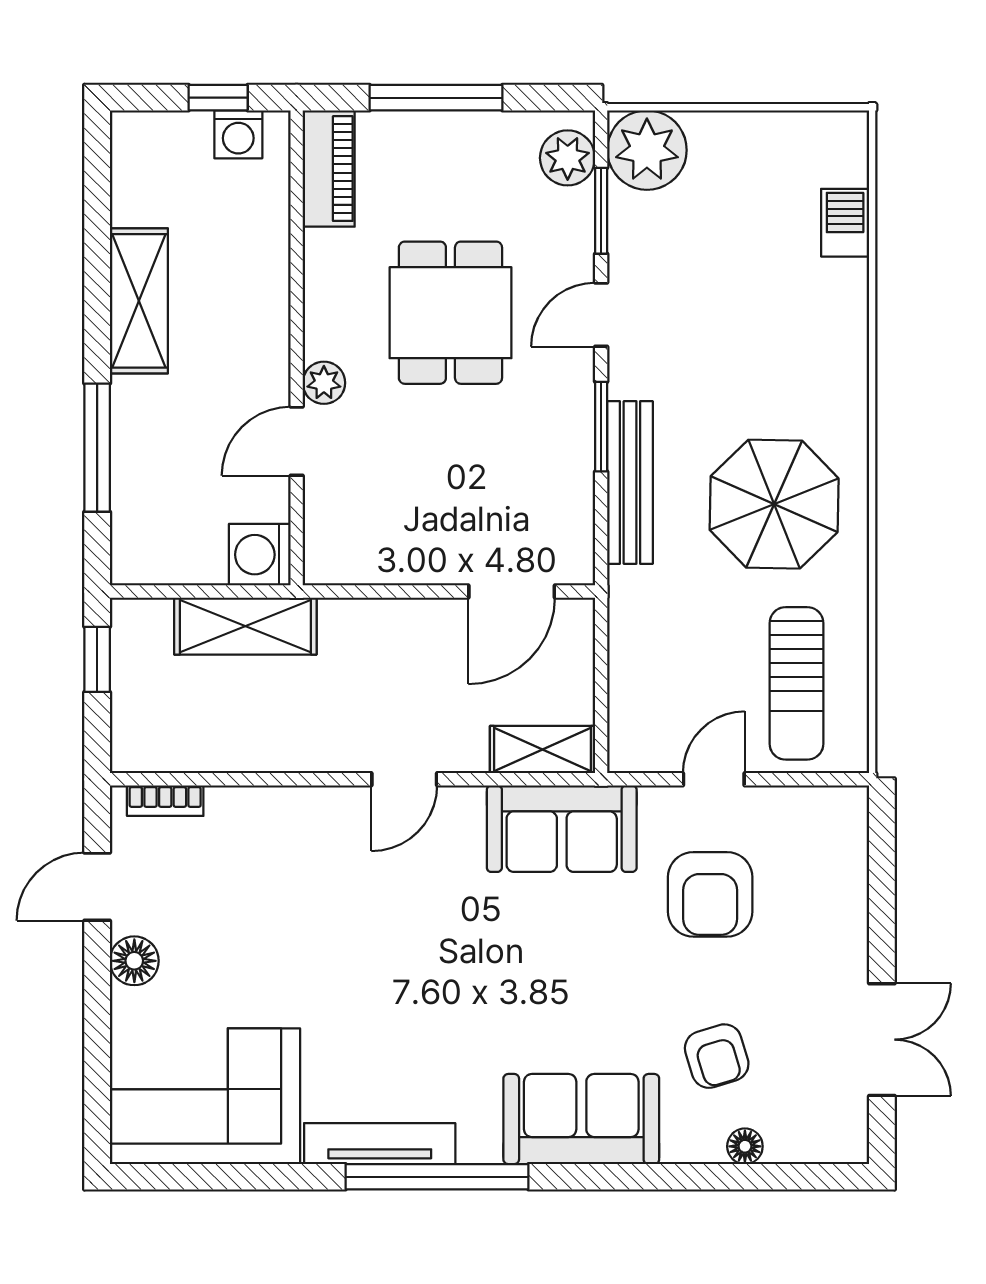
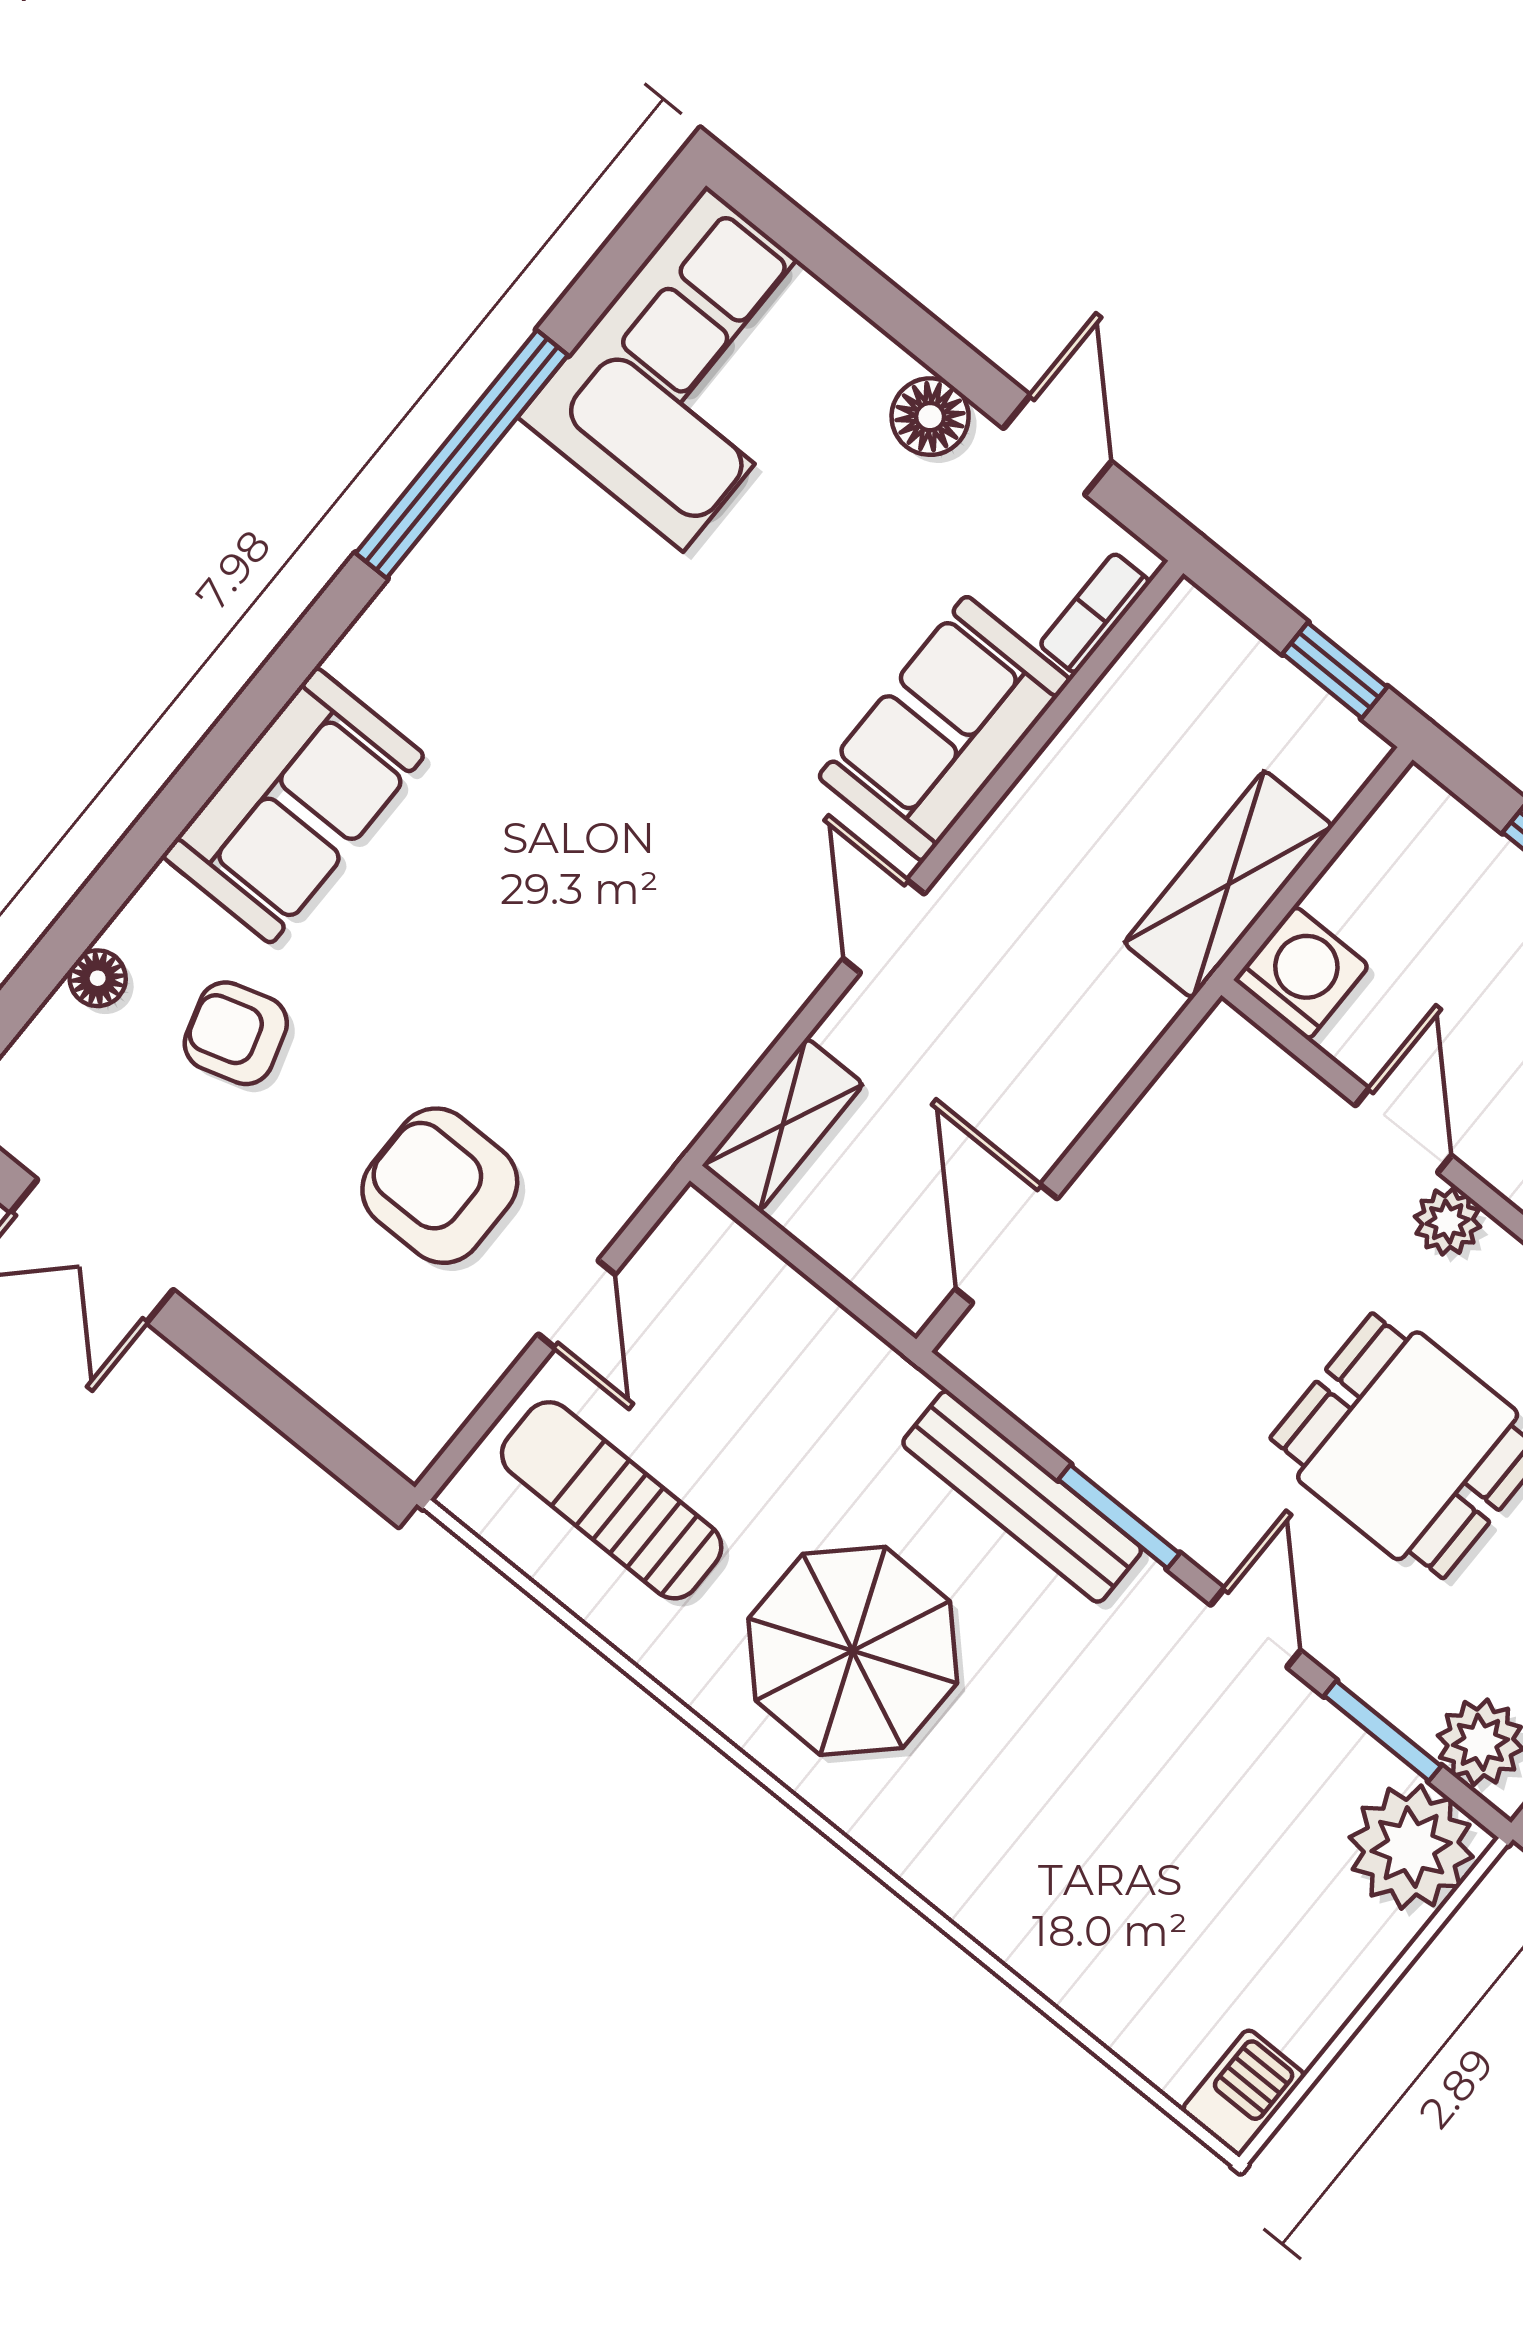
barbecue: (845, 223) -> (1243, 2092), moved, turned -90
sofa: (562, 829) -> (944, 728), moved
tv unit: (380, 1144) -> (463, 535), removed
window: (437, 1177) -> (462, 454), moved

